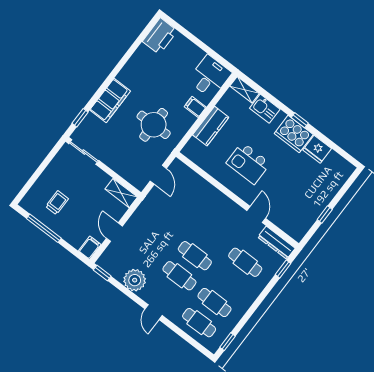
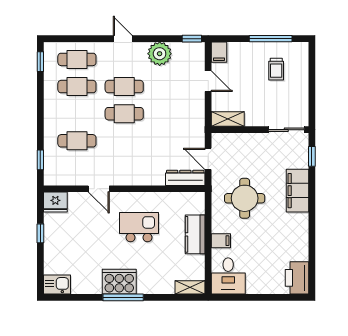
kitchen sink: (265, 109) -> (57, 284), moved
window: (300, 120) -> (123, 297), width x2.17
fridge: (317, 149) -> (55, 202), moved, turned 180
dresser: (276, 243) -> (185, 178), moved

